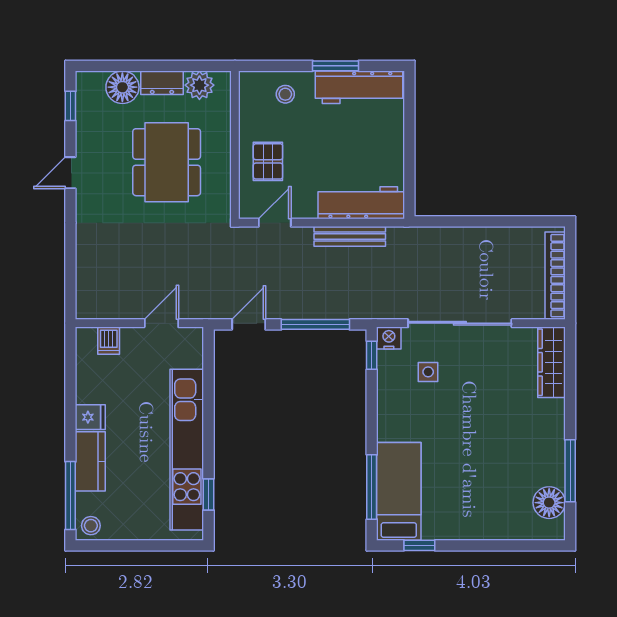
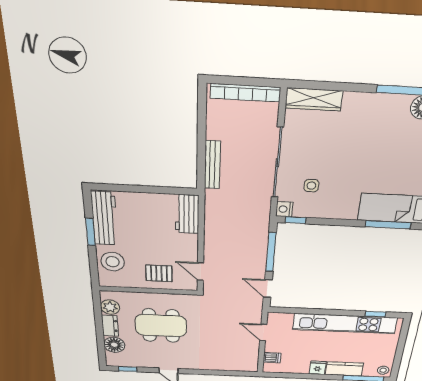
stool: (285, 94) -> (113, 262), width x1.89, depth x1.89
workbench: (361, 203) -> (187, 214), width x0.73
bench: (350, 236) -> (212, 165), moved

